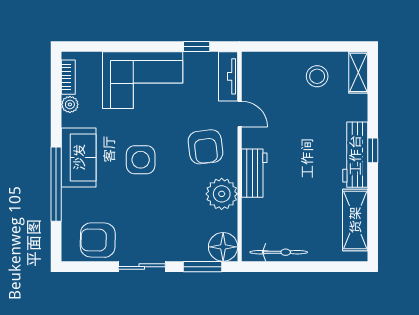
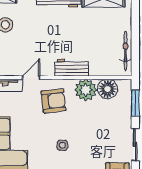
side table: (141, 160) -> (62, 145), width x0.54, depth x0.54
floor lamp: (223, 247) -> (108, 89), moved

